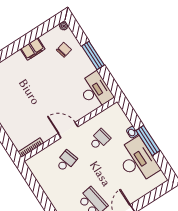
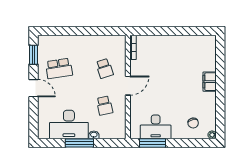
filing cabinet: (33, 49) -> (210, 82), moved
window: (93, 55) -> (153, 143), moved
desk: (95, 91) -> (156, 127), moved

